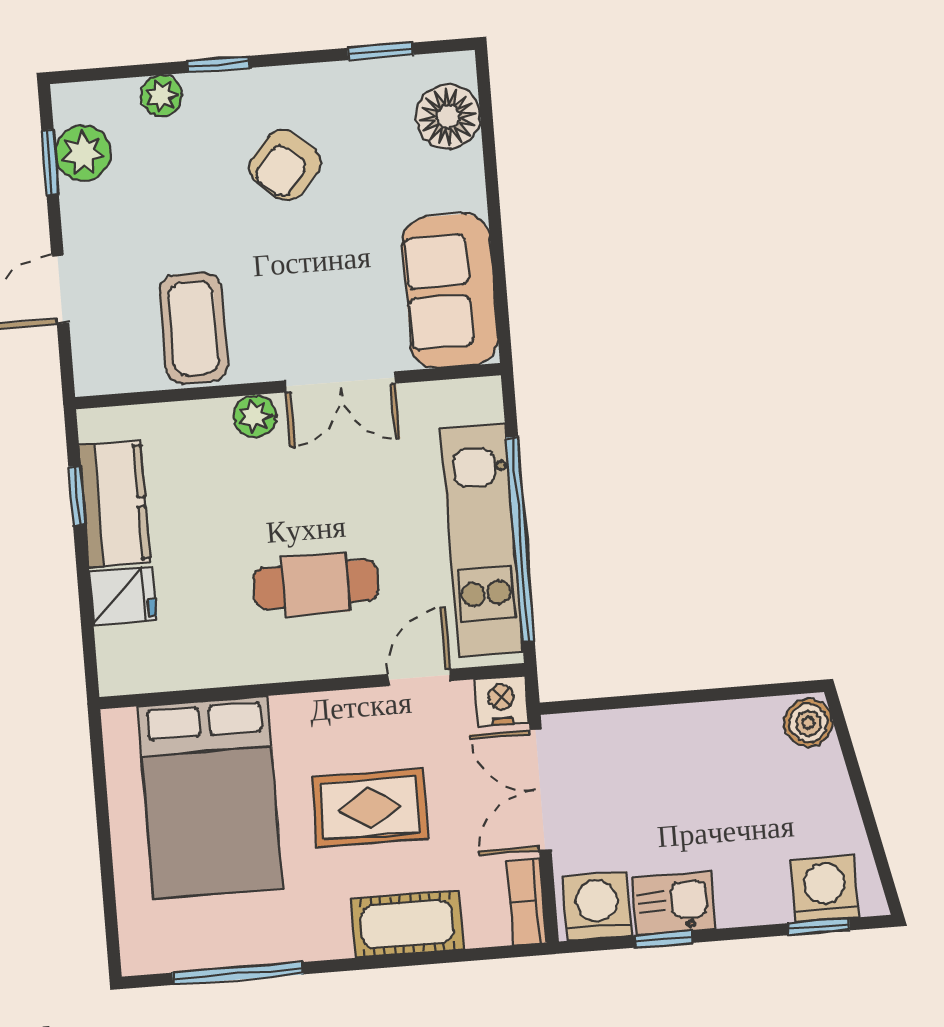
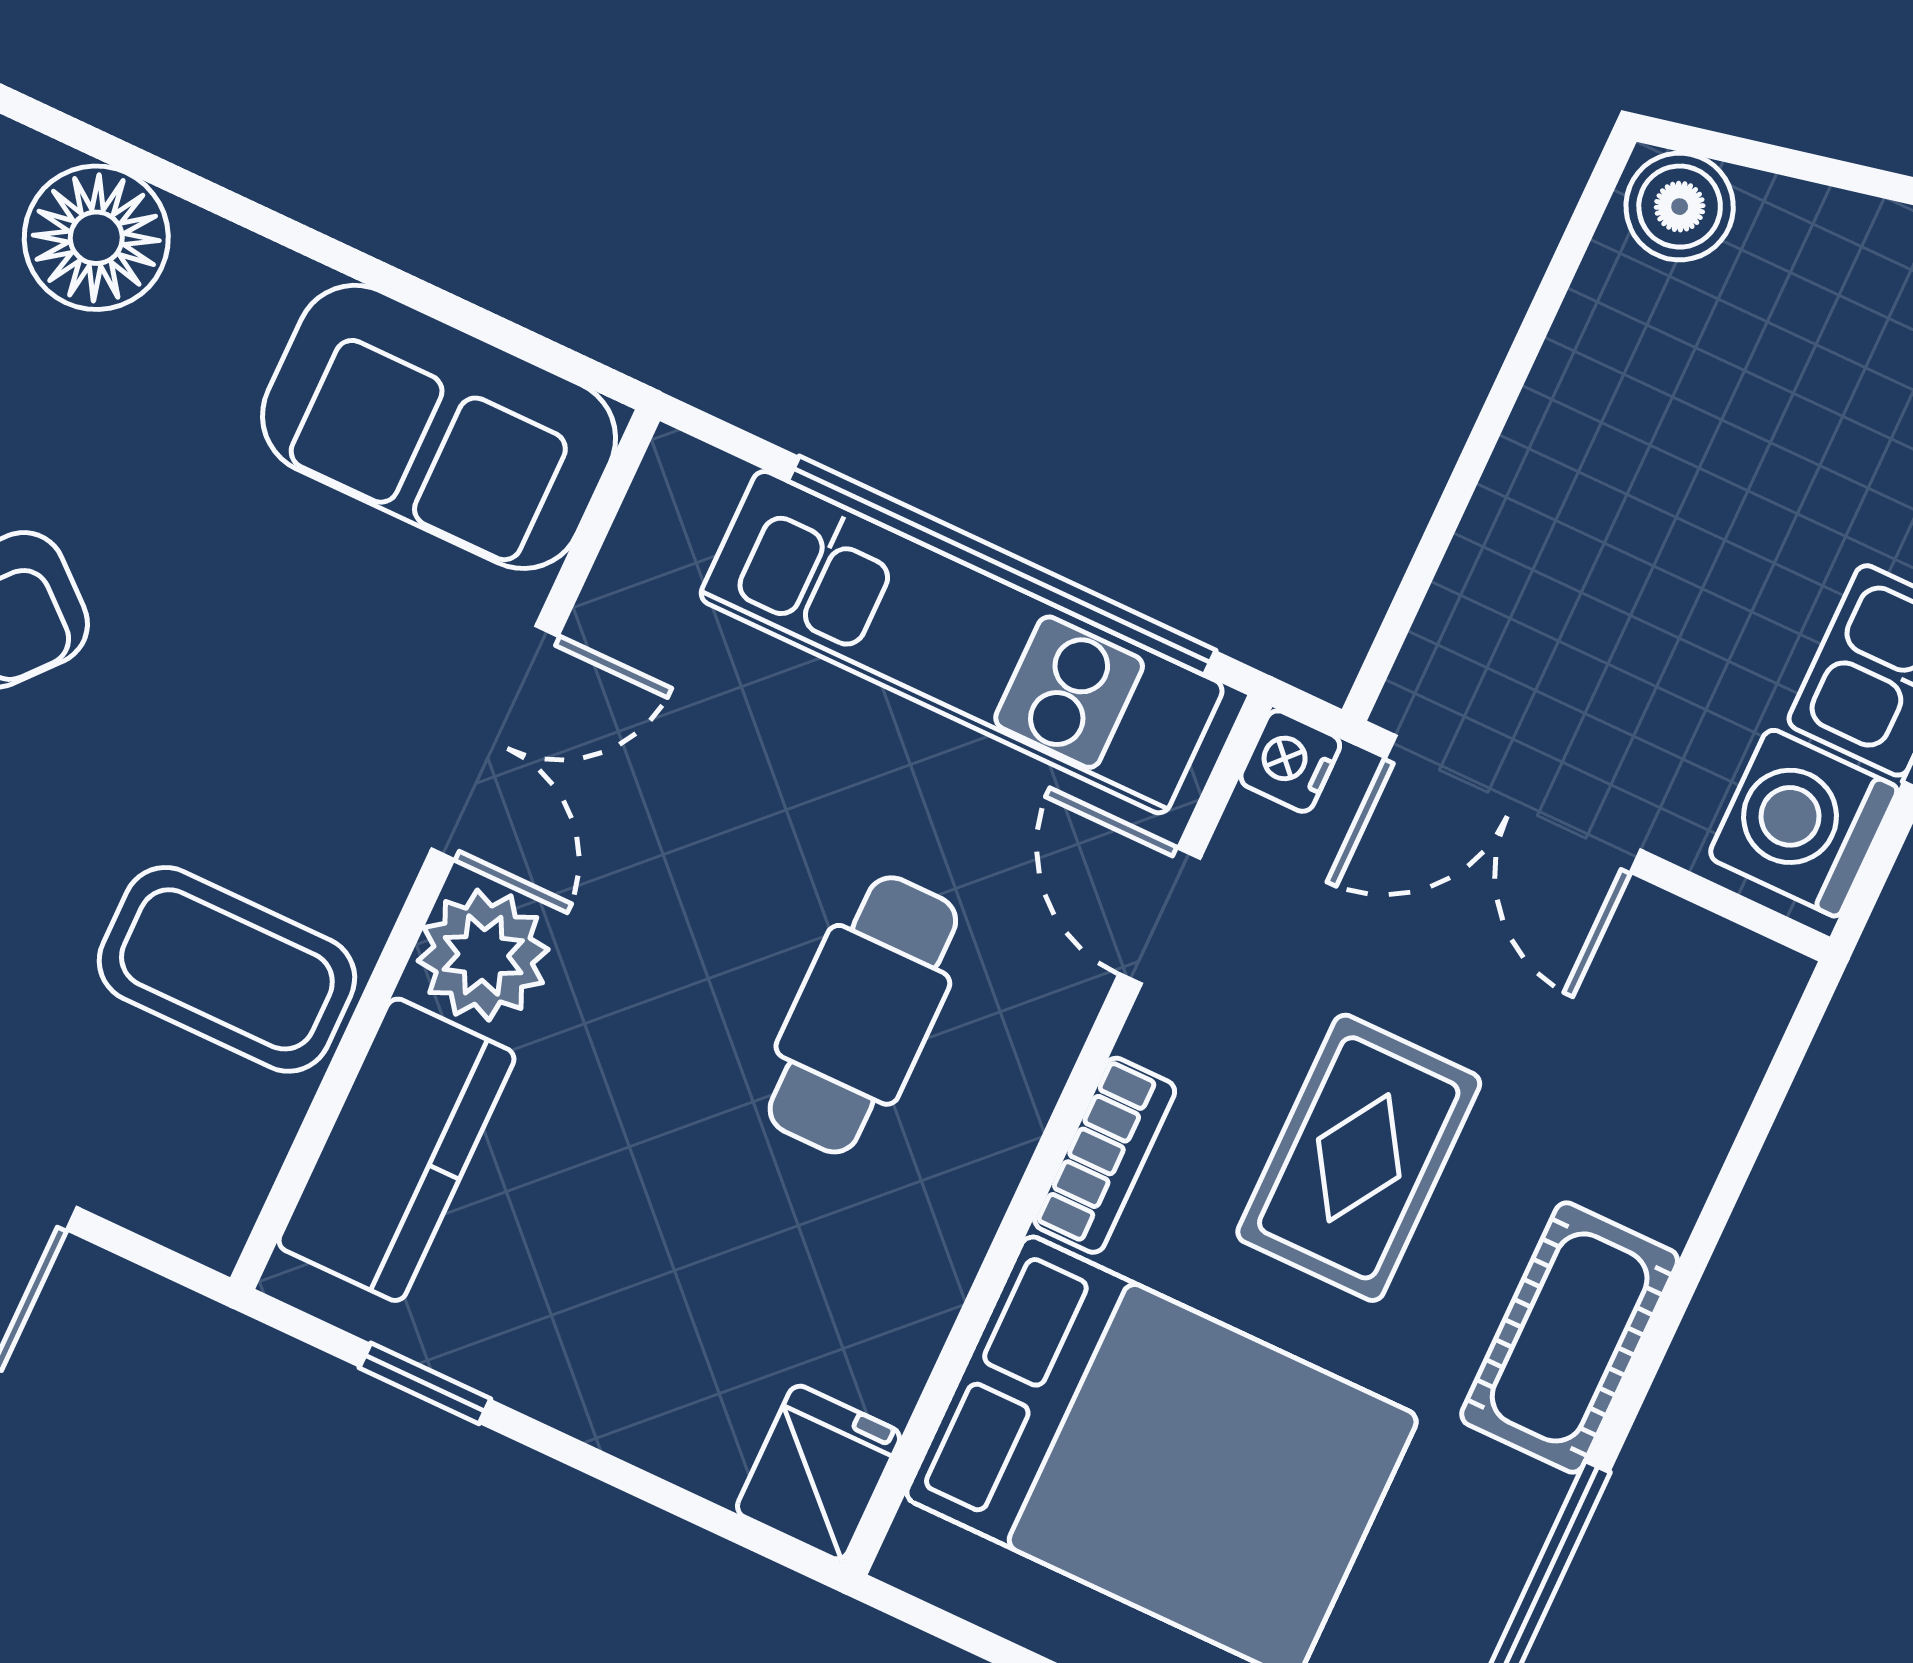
plant: (255, 416) -> (483, 955), width x1.38, depth x1.38
kitchen counter: (115, 504) -> (396, 1150), moved, turned 90
fridge: (123, 596) -> (818, 1473), moved
nightstand: (501, 701) -> (1290, 761), width x0.72, depth x0.74
bookcase: (527, 902) -> (1105, 1155), moved, turned -90
cot: (407, 924) -> (1570, 1337), moved

